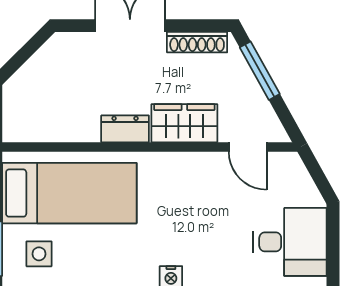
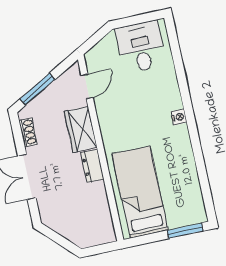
shoe rack: (197, 42) -> (28, 132), width x0.70
side table: (39, 254) -> (182, 203), removed

